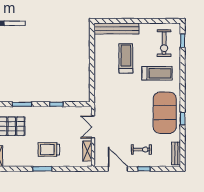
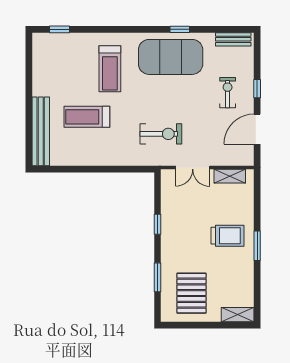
exercise bike: (164, 43) -> (161, 134), moved
treadmill: (157, 73) -> (110, 69), turned 180
trolley: (49, 150) -> (228, 236), turned -90

